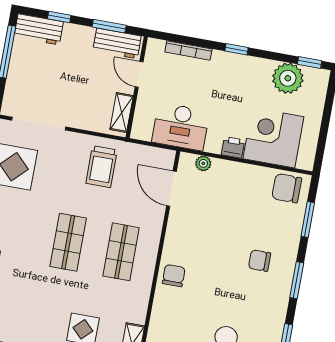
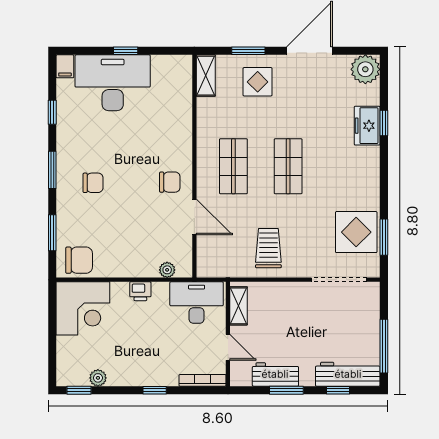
workbench: (39, 29) -> (348, 374), width x1.38
door: (139, 74) -> (228, 347), moved
plant: (288, 78) -> (98, 378), width x0.53, depth x0.53
wall: (137, 87) -> (228, 334), moved
shelving: (122, 113) -> (239, 306), moved
corner desk: (273, 138) -> (83, 308), moved
door: (171, 189) -> (194, 217), moved
chair: (174, 276) -> (170, 182), moved, turned -90

